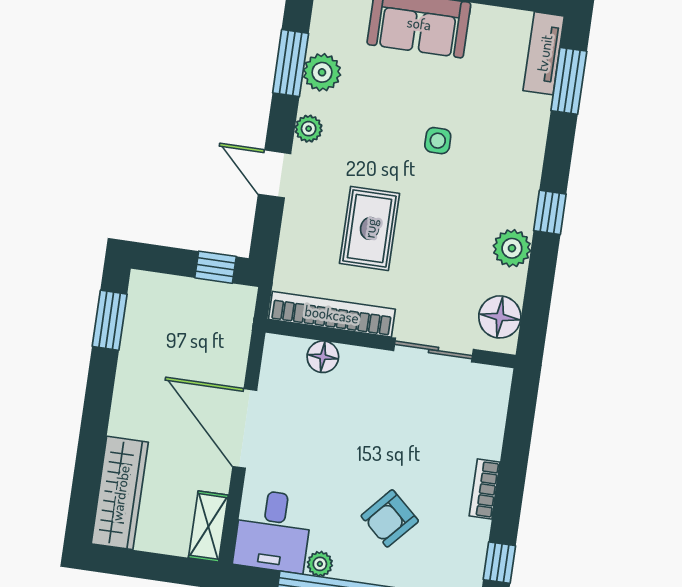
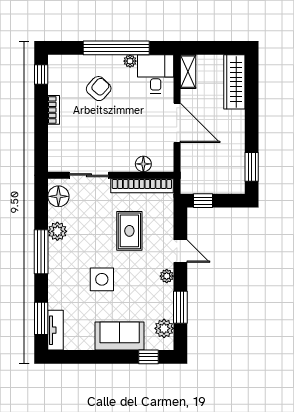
plant: (322, 72) -> (164, 328), moved
side table: (438, 141) -> (102, 279), width x1.87, depth x1.87
window: (550, 212) -> (41, 252), width x2.17

